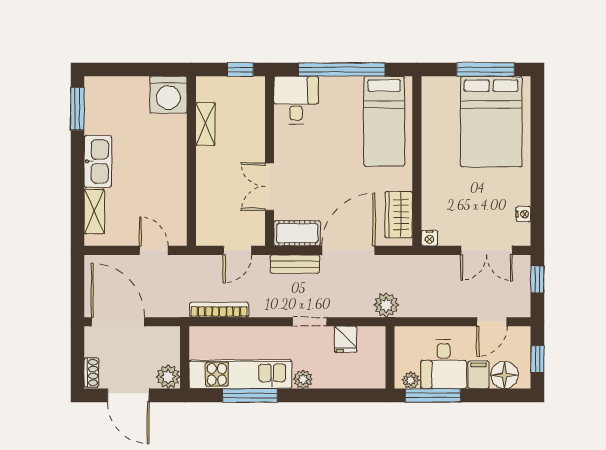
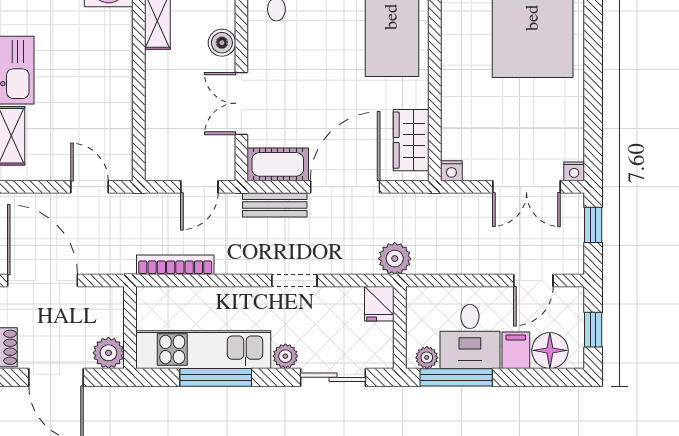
boiler: (255, 141) -> (222, 43), added
nightstand: (523, 214) -> (574, 171), moved, turned 90
fridge: (346, 339) -> (379, 304), moved
sliding door: (339, 395) -> (333, 377), added

